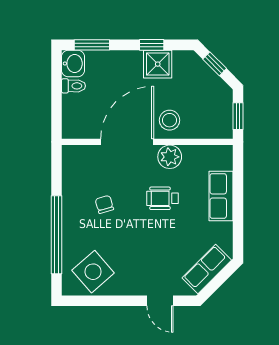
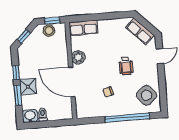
window: (92, 45) -> (18, 95), moved
shower: (158, 64) -> (28, 87), moved
stool: (170, 120) -> (49, 31), moved
row of seats: (221, 196) -> (83, 28), moved
wheelchair: (163, 198) -> (126, 66), moved

